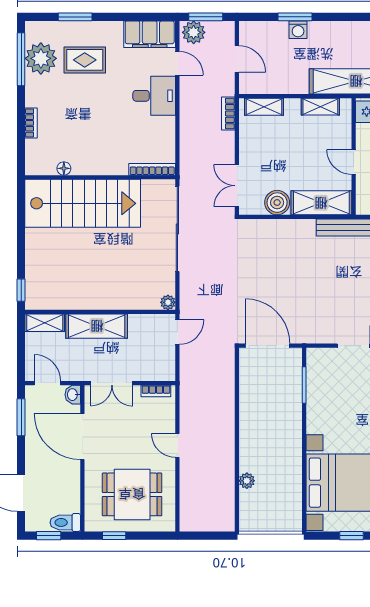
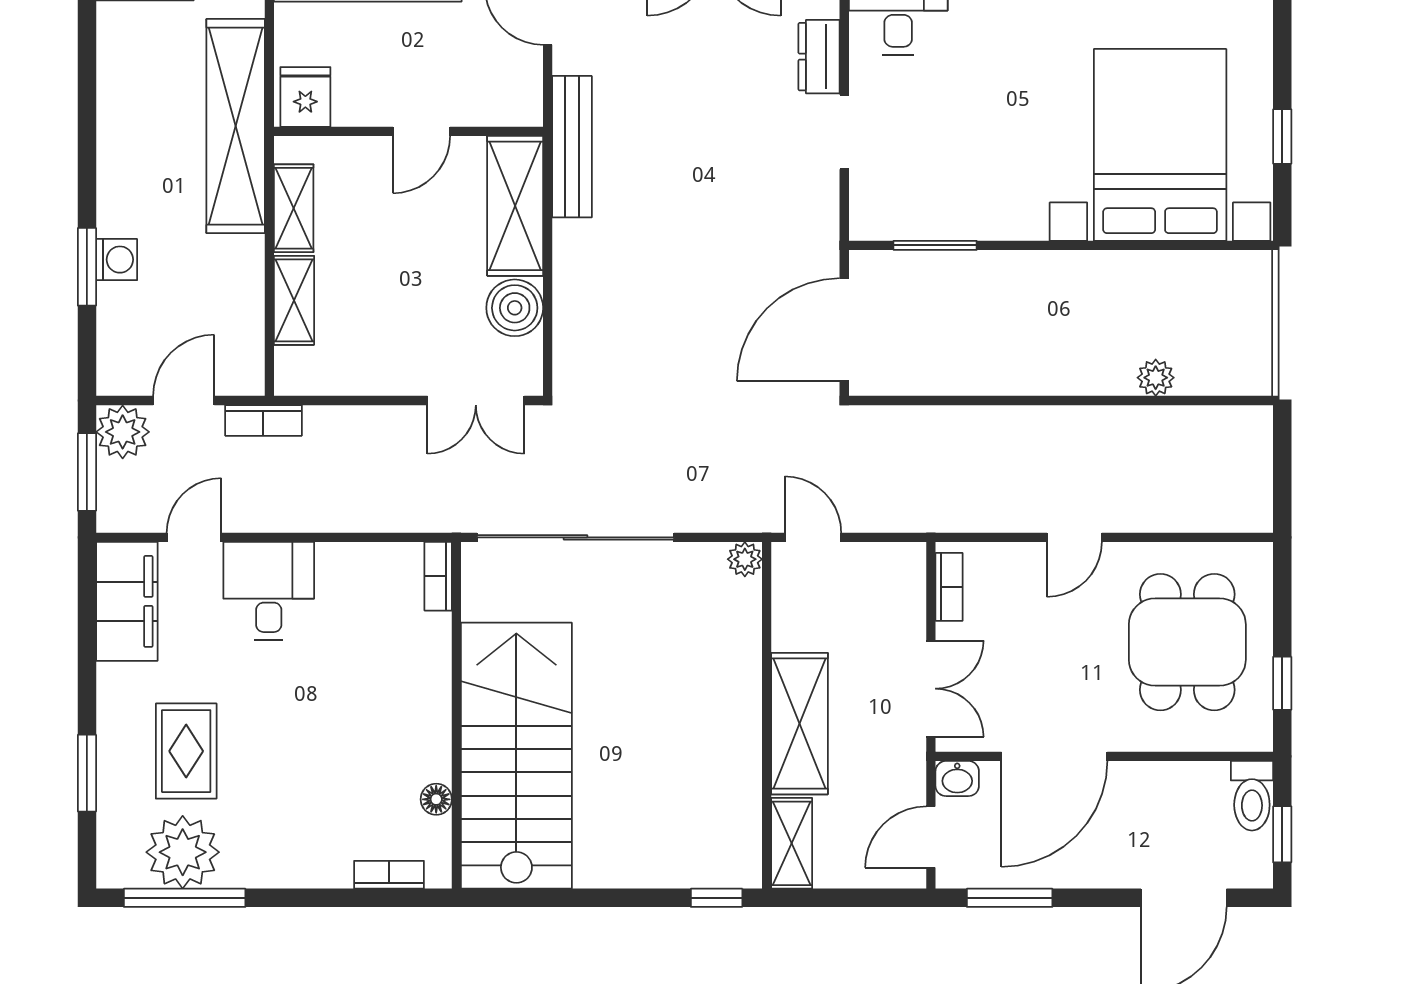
plant: (194, 32) -> (123, 432), moved
shelving: (264, 107) -> (294, 300), moved
bookcase: (228, 114) -> (263, 420), moved
bookcase: (31, 123) -> (389, 875), moved
bookcase: (152, 169) -> (438, 576), width x0.64

